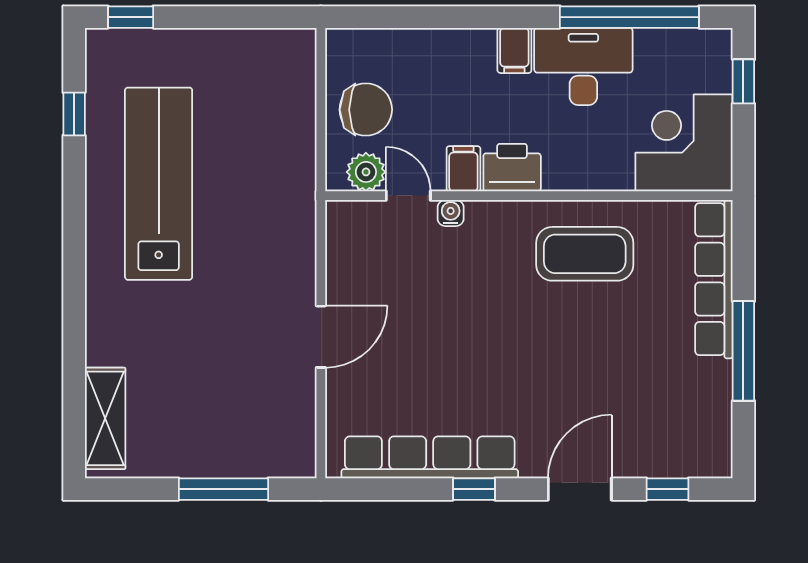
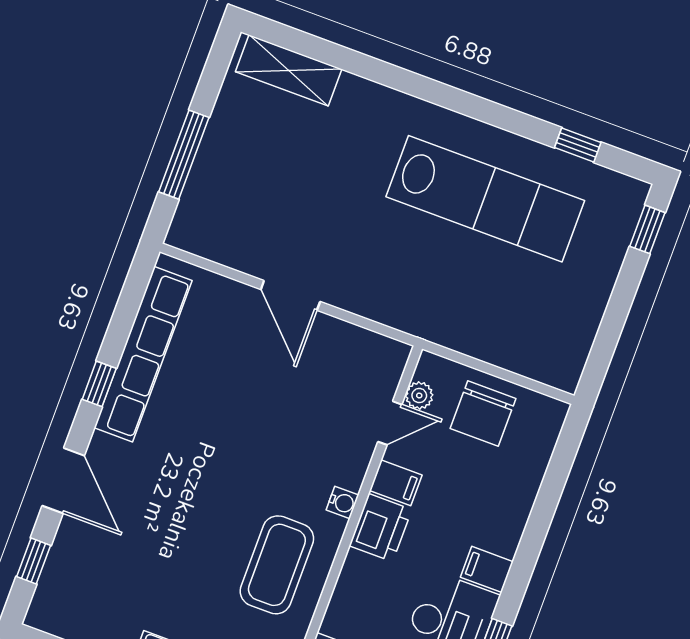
plant: (366, 172) -> (419, 395), width x0.73, depth x0.73
water cooler: (451, 213) -> (342, 502), moved

